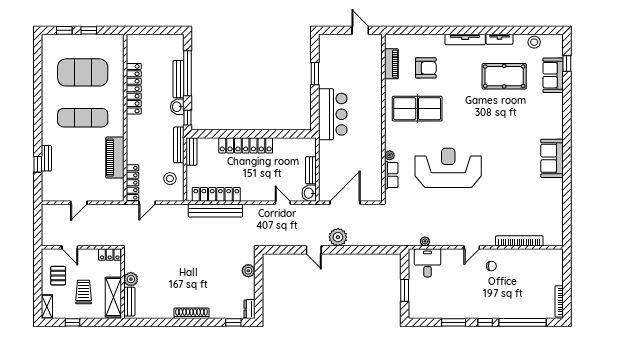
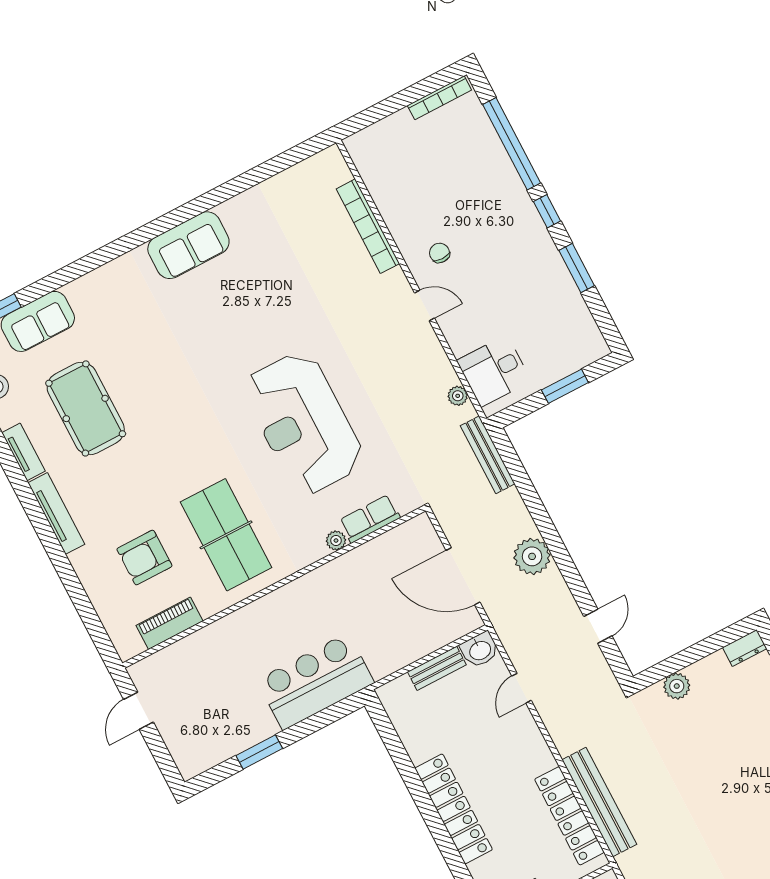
armchair: (426, 68) -> (144, 558), turned -90
bench: (392, 241) -> (488, 455), added
door: (314, 250) -> (598, 626), moved

